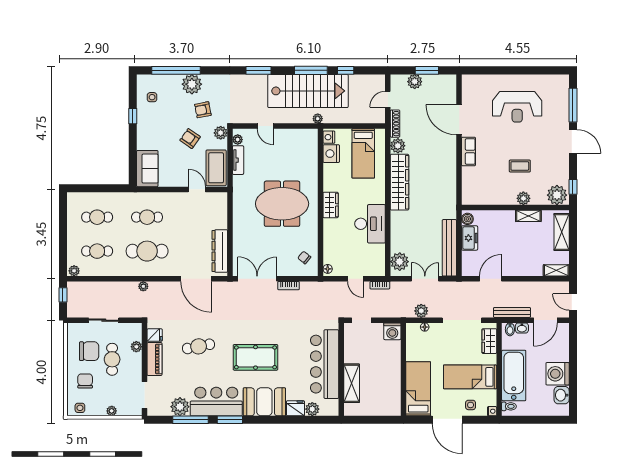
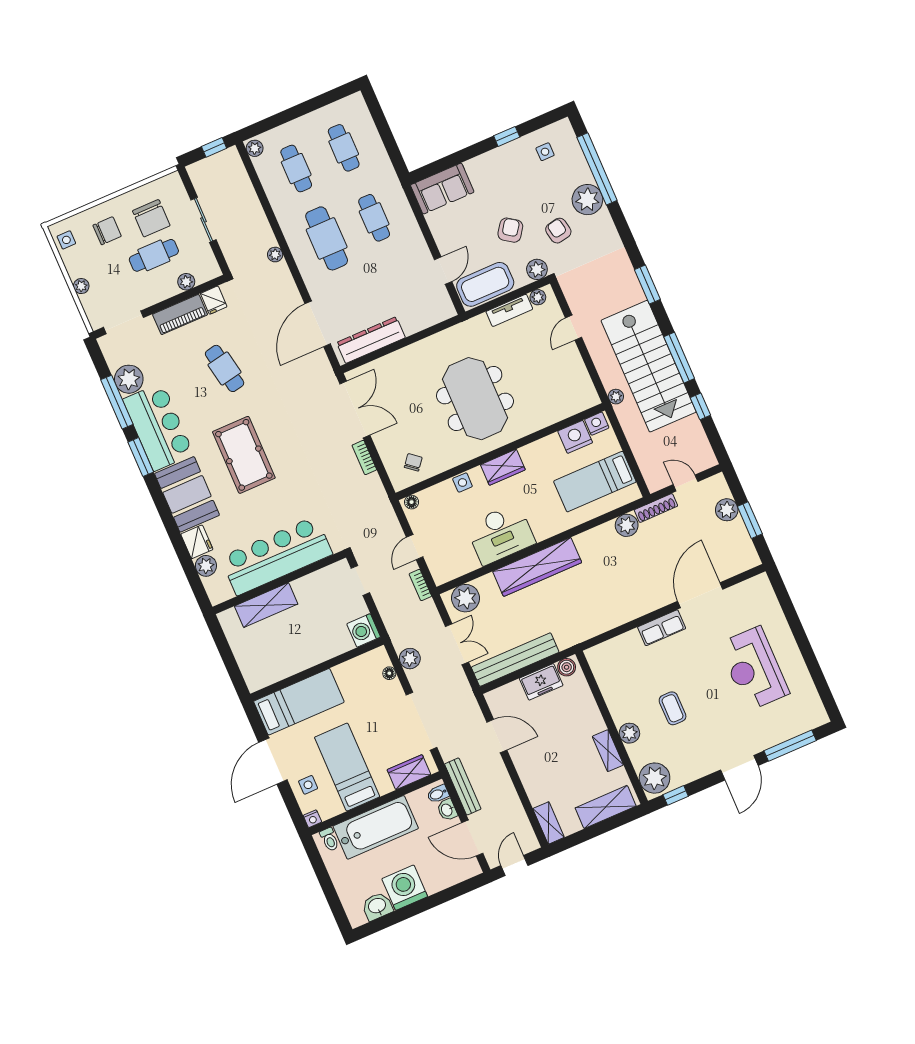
wardrobe: (399, 182) -> (537, 567), moved
side table: (329, 233) -> (462, 483), added

